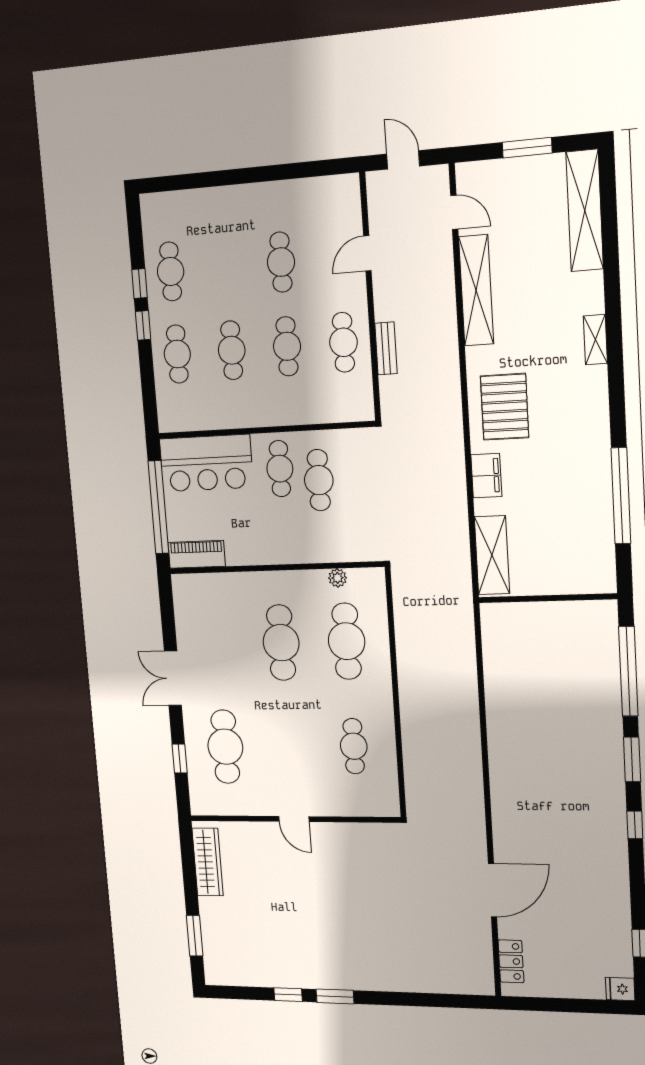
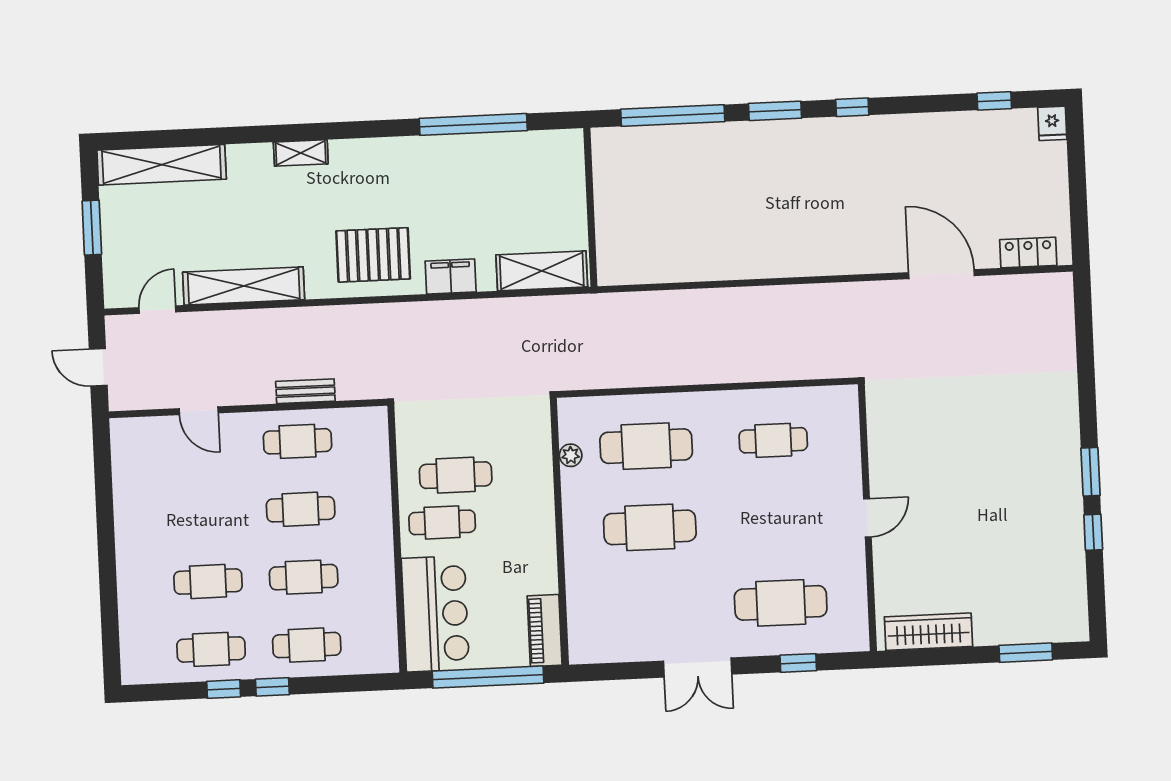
door: (403, 160) -> (98, 367), hinge flipped
cafe table: (281, 262) -> (208, 581), moved

